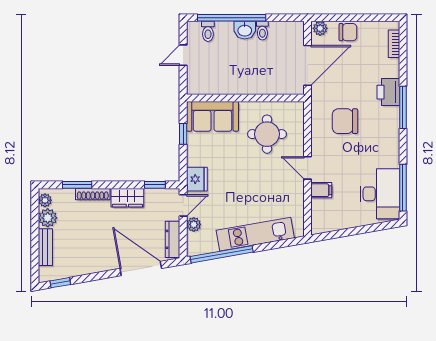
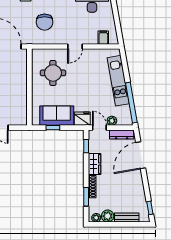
sofa: (212, 116) -> (57, 116), moved, turned -90
filing cabinet: (321, 190) -> (103, 38), moved

